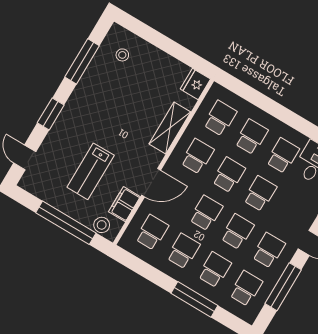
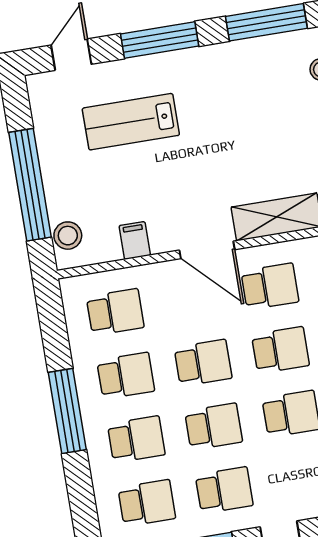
window: (51, 114) -> (160, 40), width x1.44
lab bench: (91, 171) -> (131, 122), moved
door: (151, 183) -> (207, 250), moved
filing cabinet: (124, 204) -> (135, 240), width x0.50
window: (194, 299) -> (67, 411), moved

